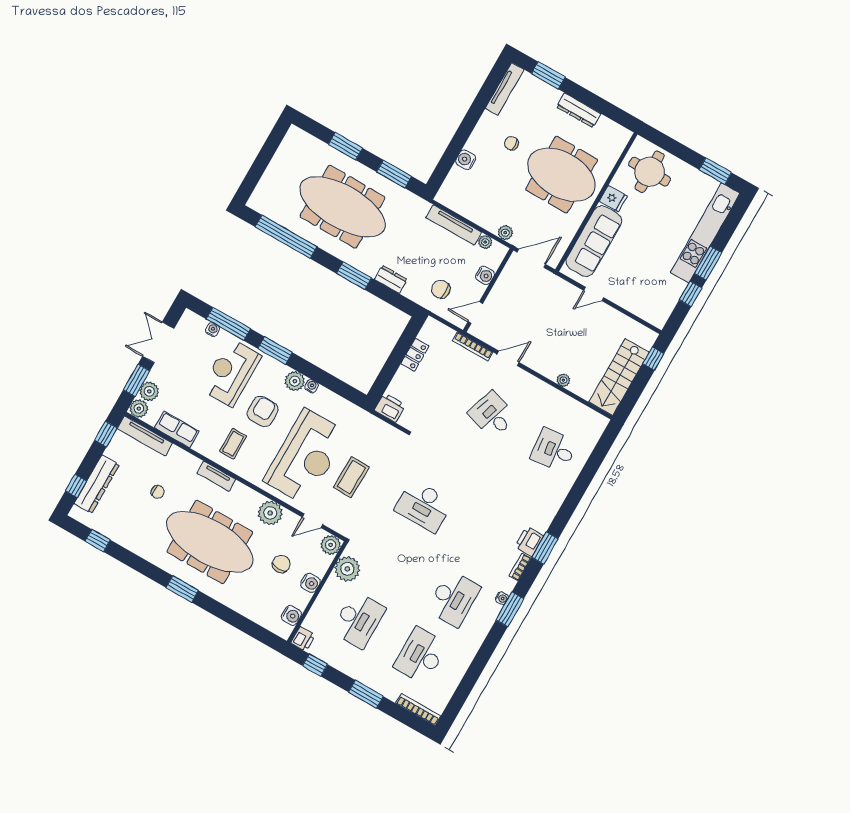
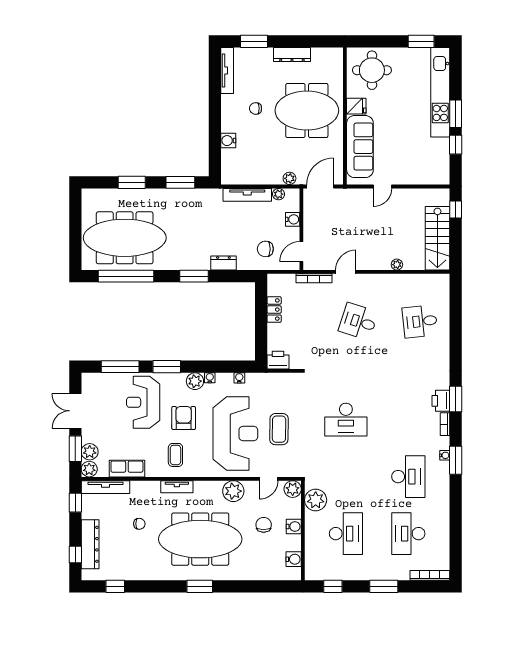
meeting table: (342, 207) -> (125, 238), moved
water cooler: (212, 330) -> (239, 378), moved
printer: (303, 639) -> (312, 572), removed

